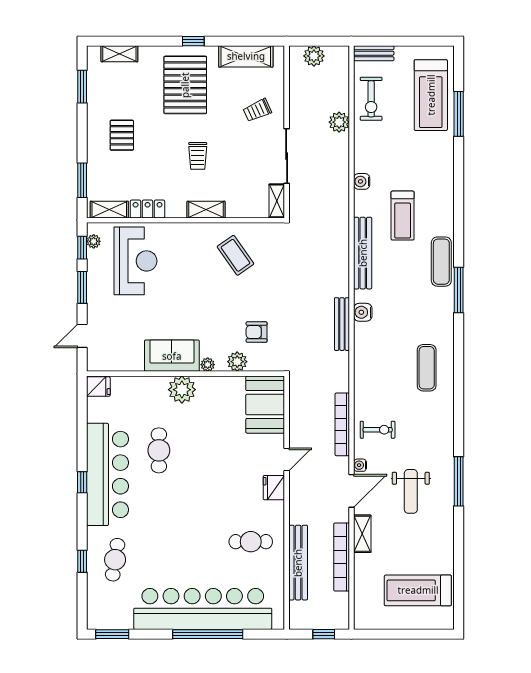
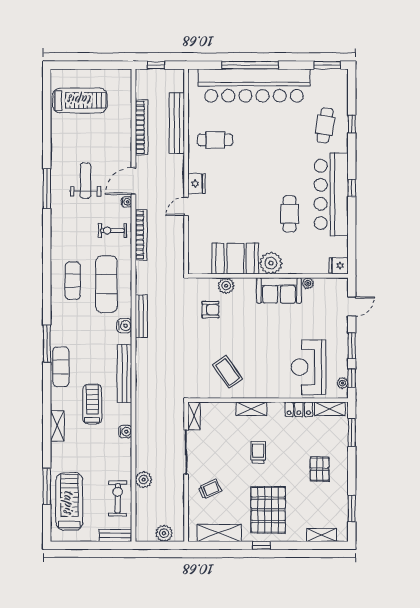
exercise mat: (385, 363) -> (107, 284), added
plant: (208, 365) -> (308, 283), moved
booth: (265, 405) -> (235, 259), moved, turned 90
shelving: (362, 534) -> (57, 426), moved

